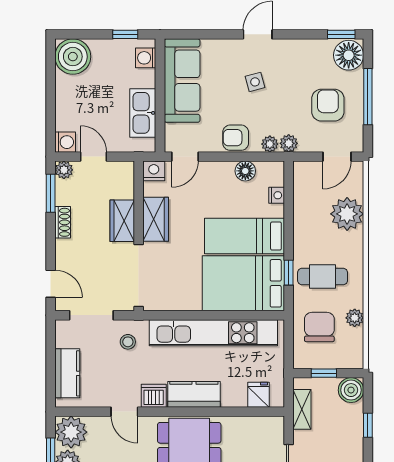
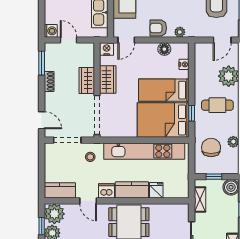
plant: (289, 143) -> (192, 32), removed
plant: (64, 170) -> (50, 48), removed
cafe table: (323, 277) -> (217, 105), moved
kitchen counter: (67, 373) -> (60, 190), moved, turned -90
fridge: (259, 395) -> (156, 190), moved

